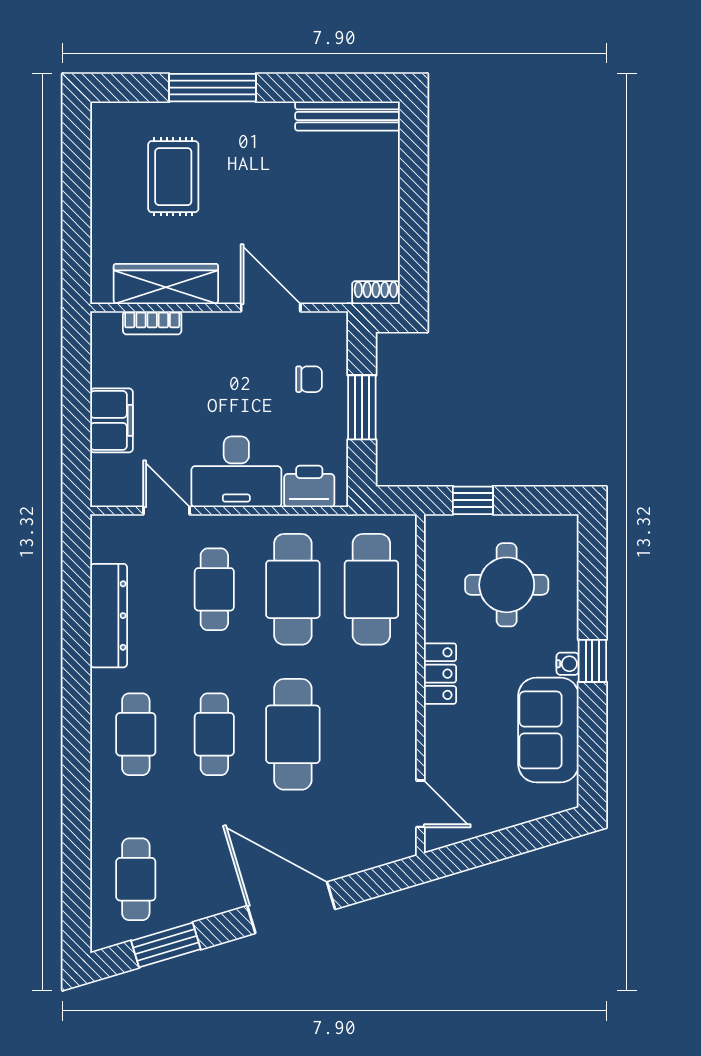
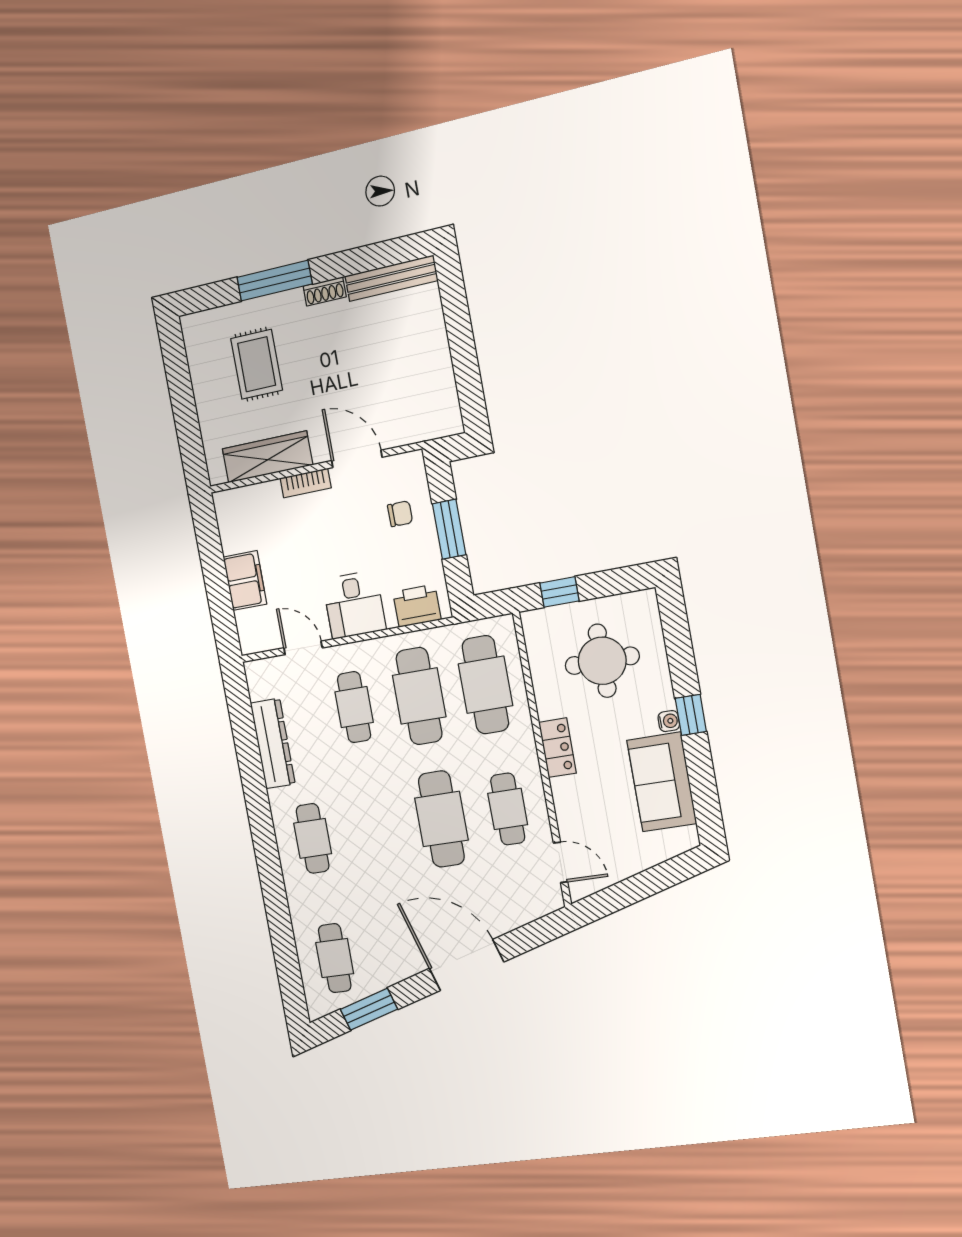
shoe rack: (376, 293) -> (325, 291), moved, turned 180
bookcase: (152, 323) -> (306, 483), moved
desk: (236, 472) -> (354, 605), width x0.73
cafe table: (214, 734) -> (508, 809), moved

